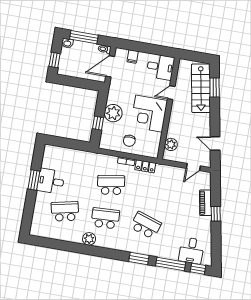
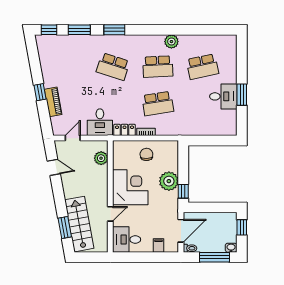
window: (98, 123) -> (183, 191), moved
desk: (191, 251) -> (100, 122), moved, turned 180
window: (171, 264) -> (79, 30), width x0.69

